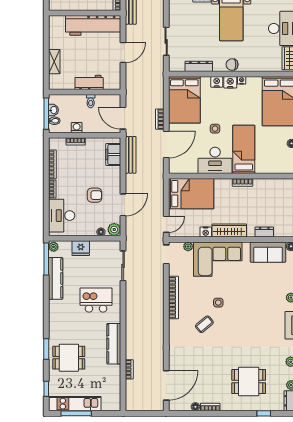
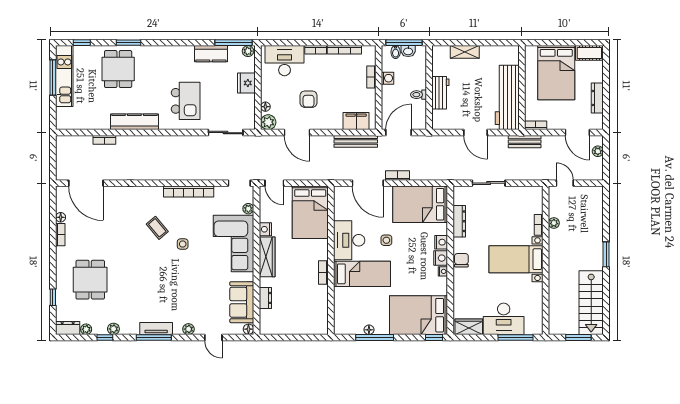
kitchen counter: (56, 278) -> (211, 54), width x0.67

